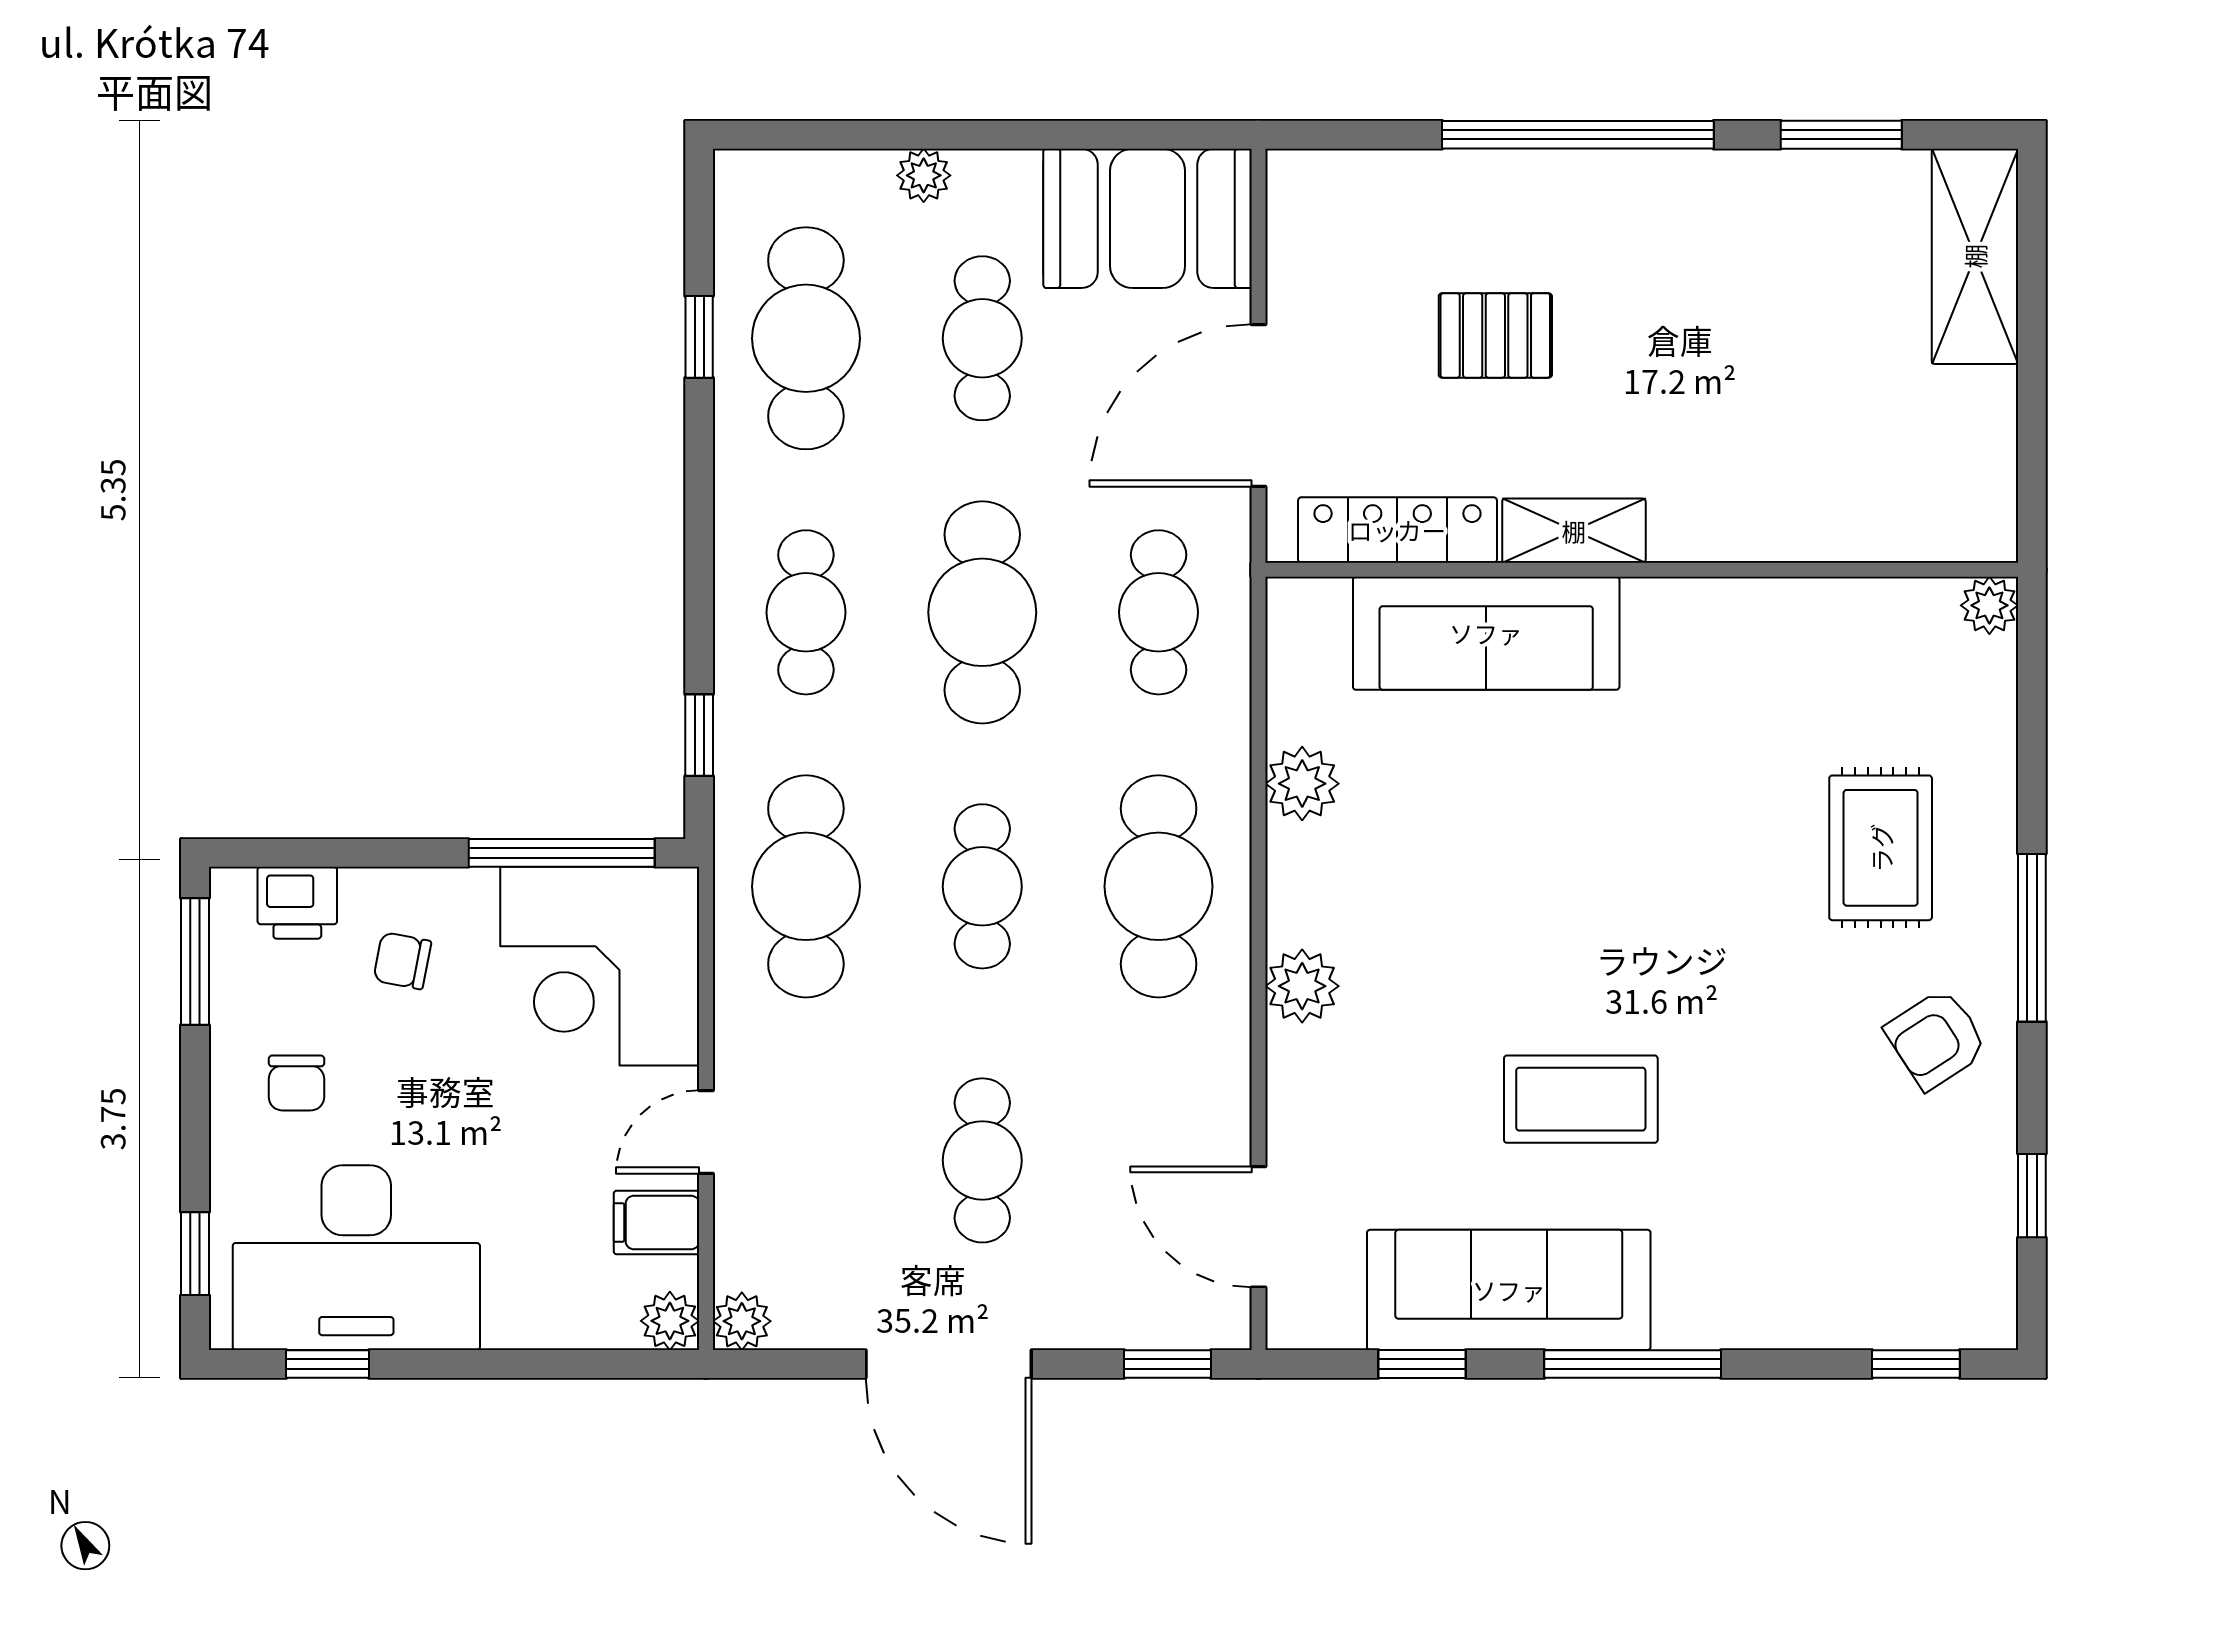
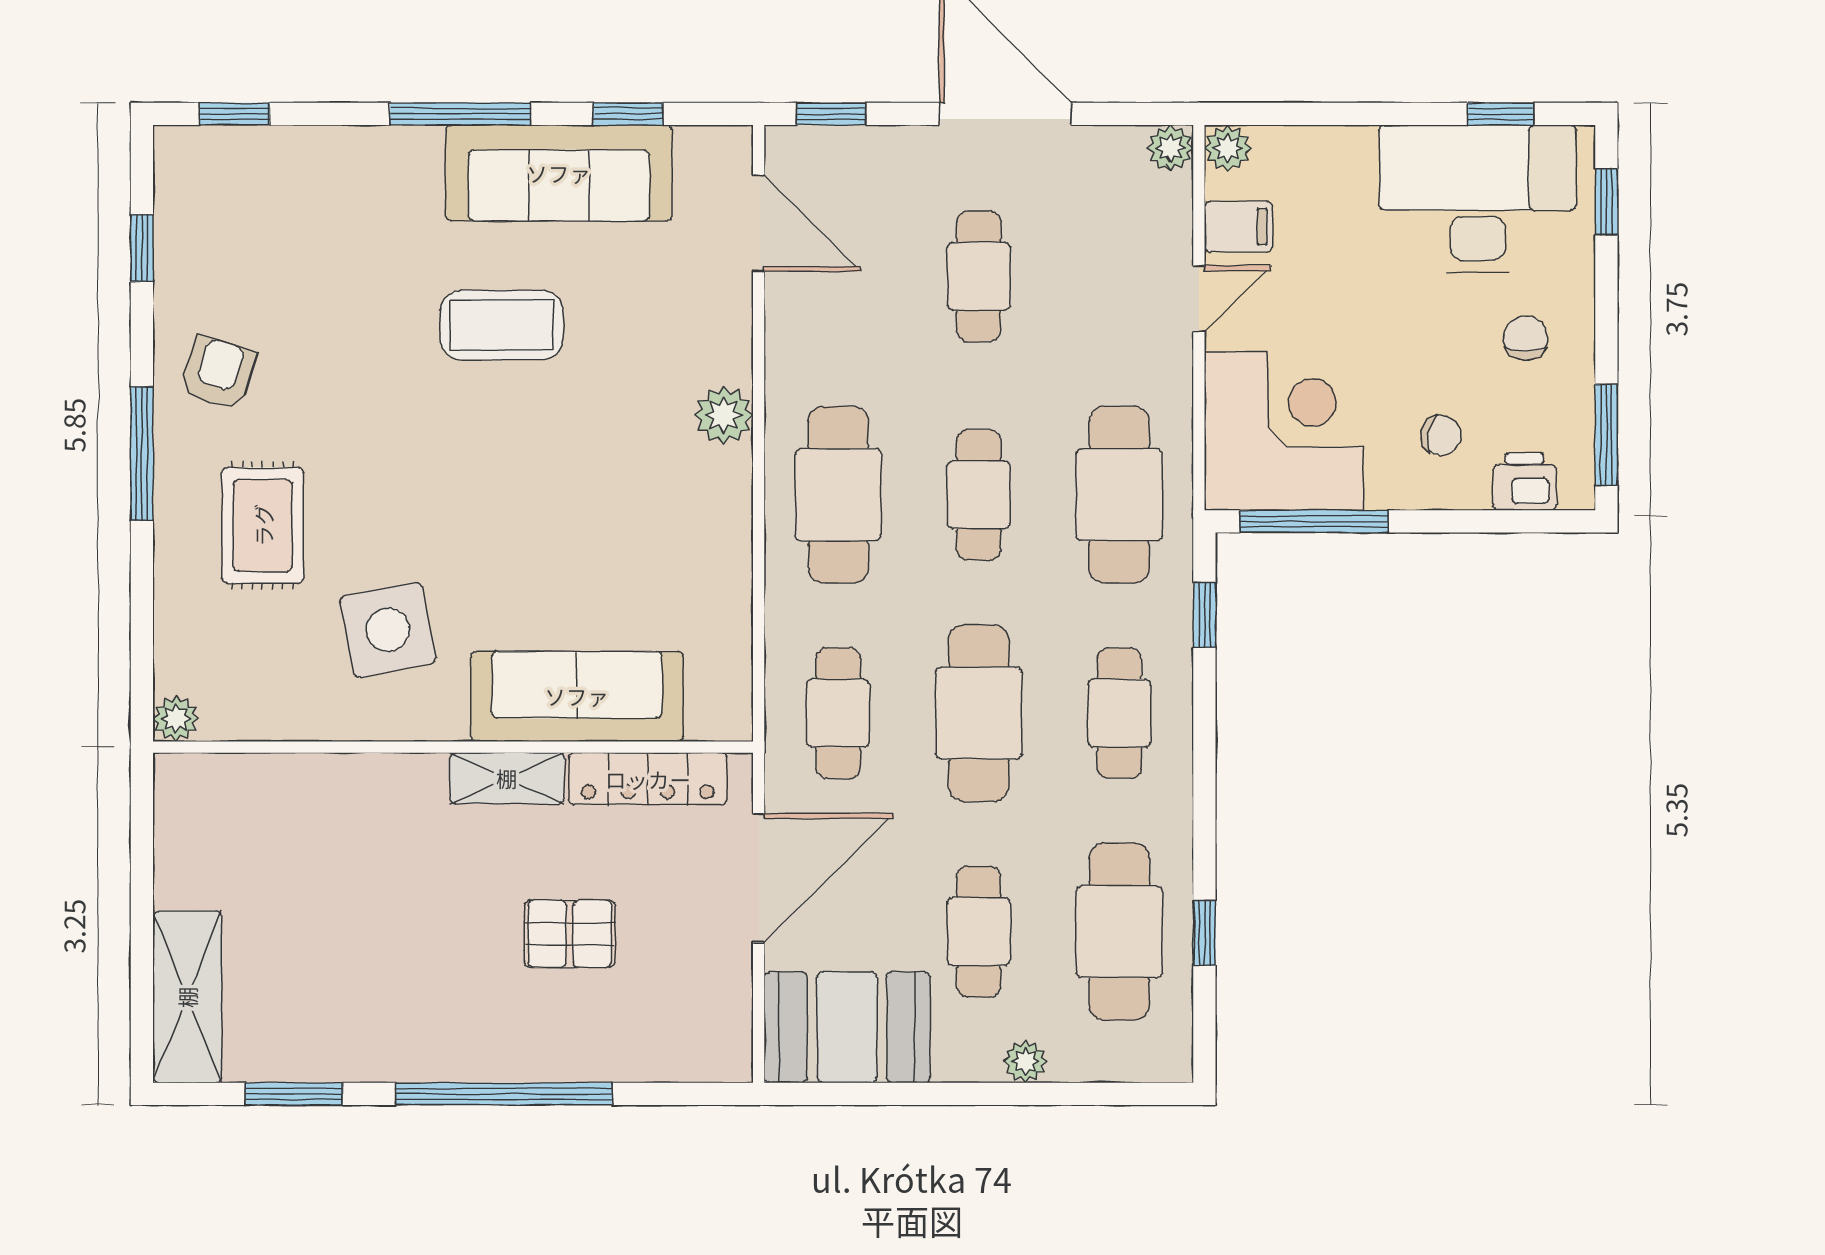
side table: (1724, 717) -> (388, 630), added
plant: (1302, 784) -> (724, 577), removed
armchair: (1936, 1039) -> (218, 373), turned -40

